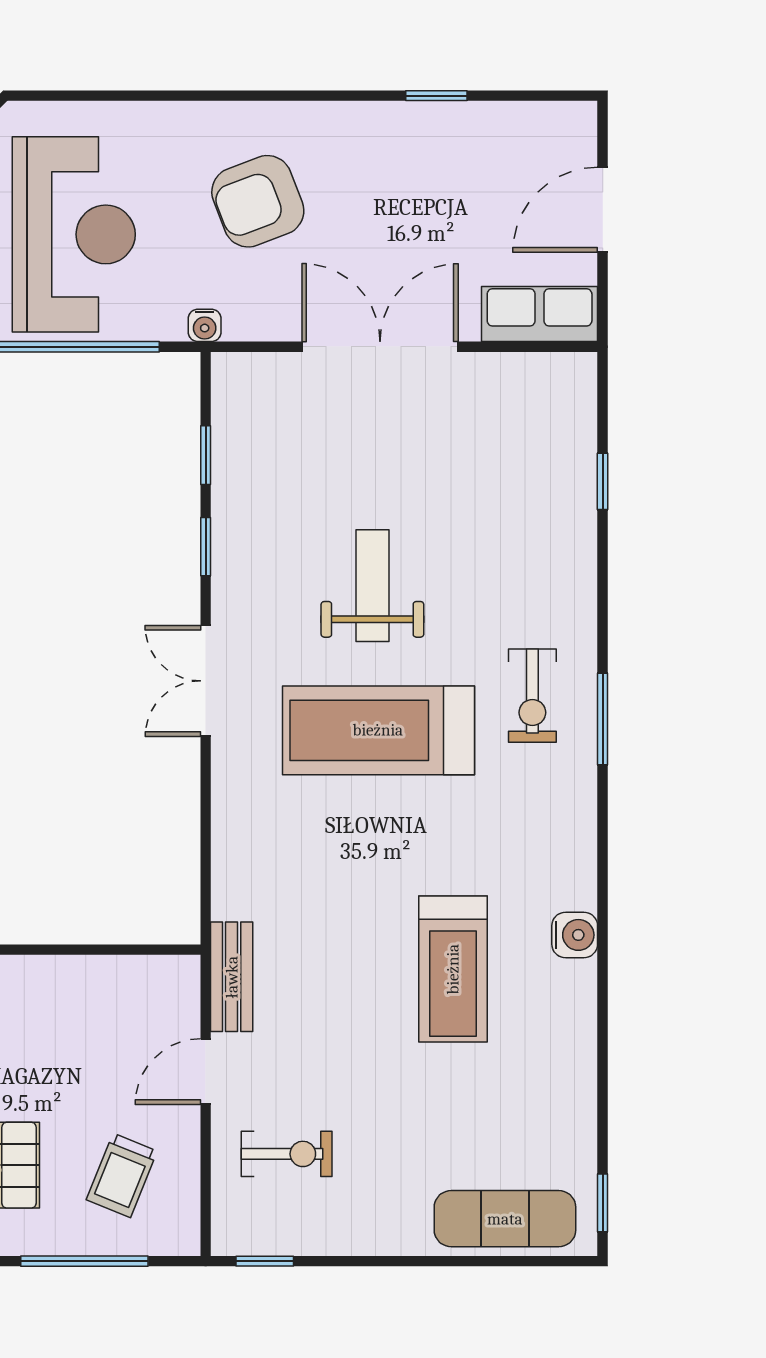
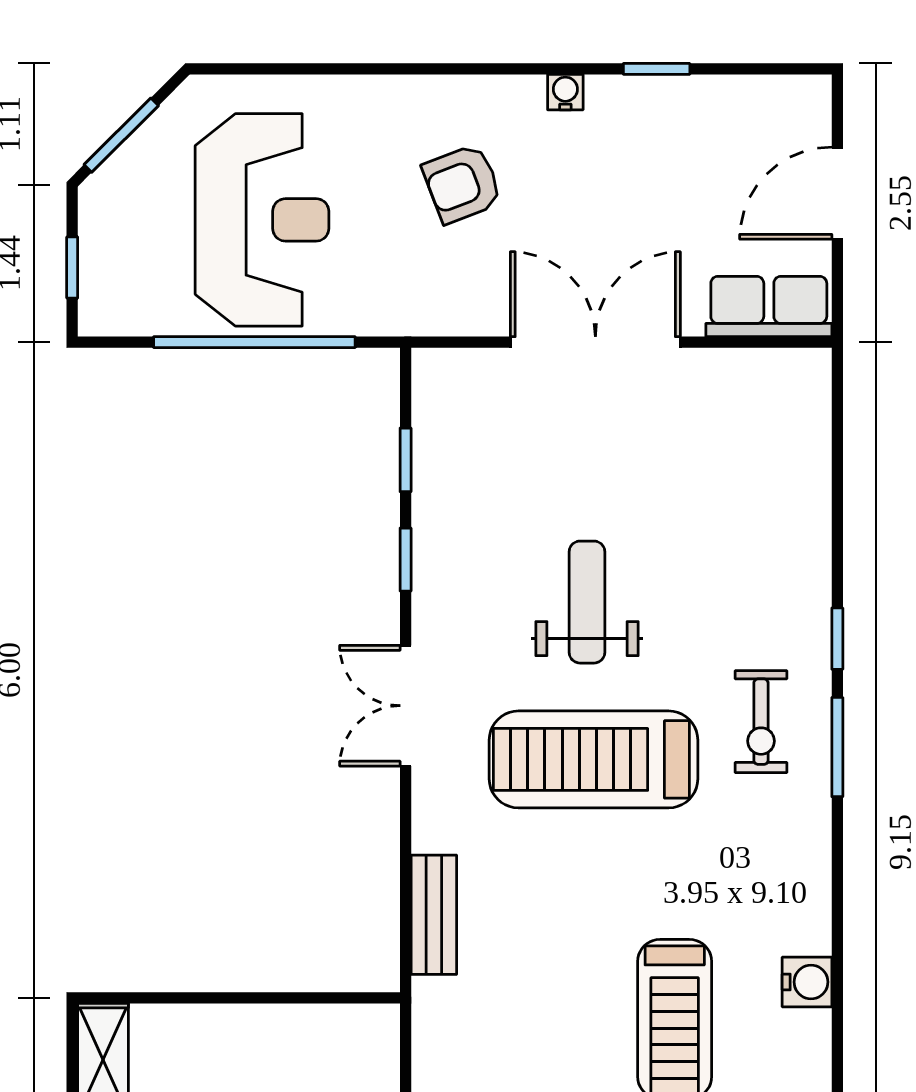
armchair: (258, 201) -> (462, 184), width x0.72, depth x0.72
water cooler: (205, 325) -> (565, 92), moved, turned 180
window: (603, 481) -> (837, 639), moved
bench: (232, 977) -> (434, 915), moved

